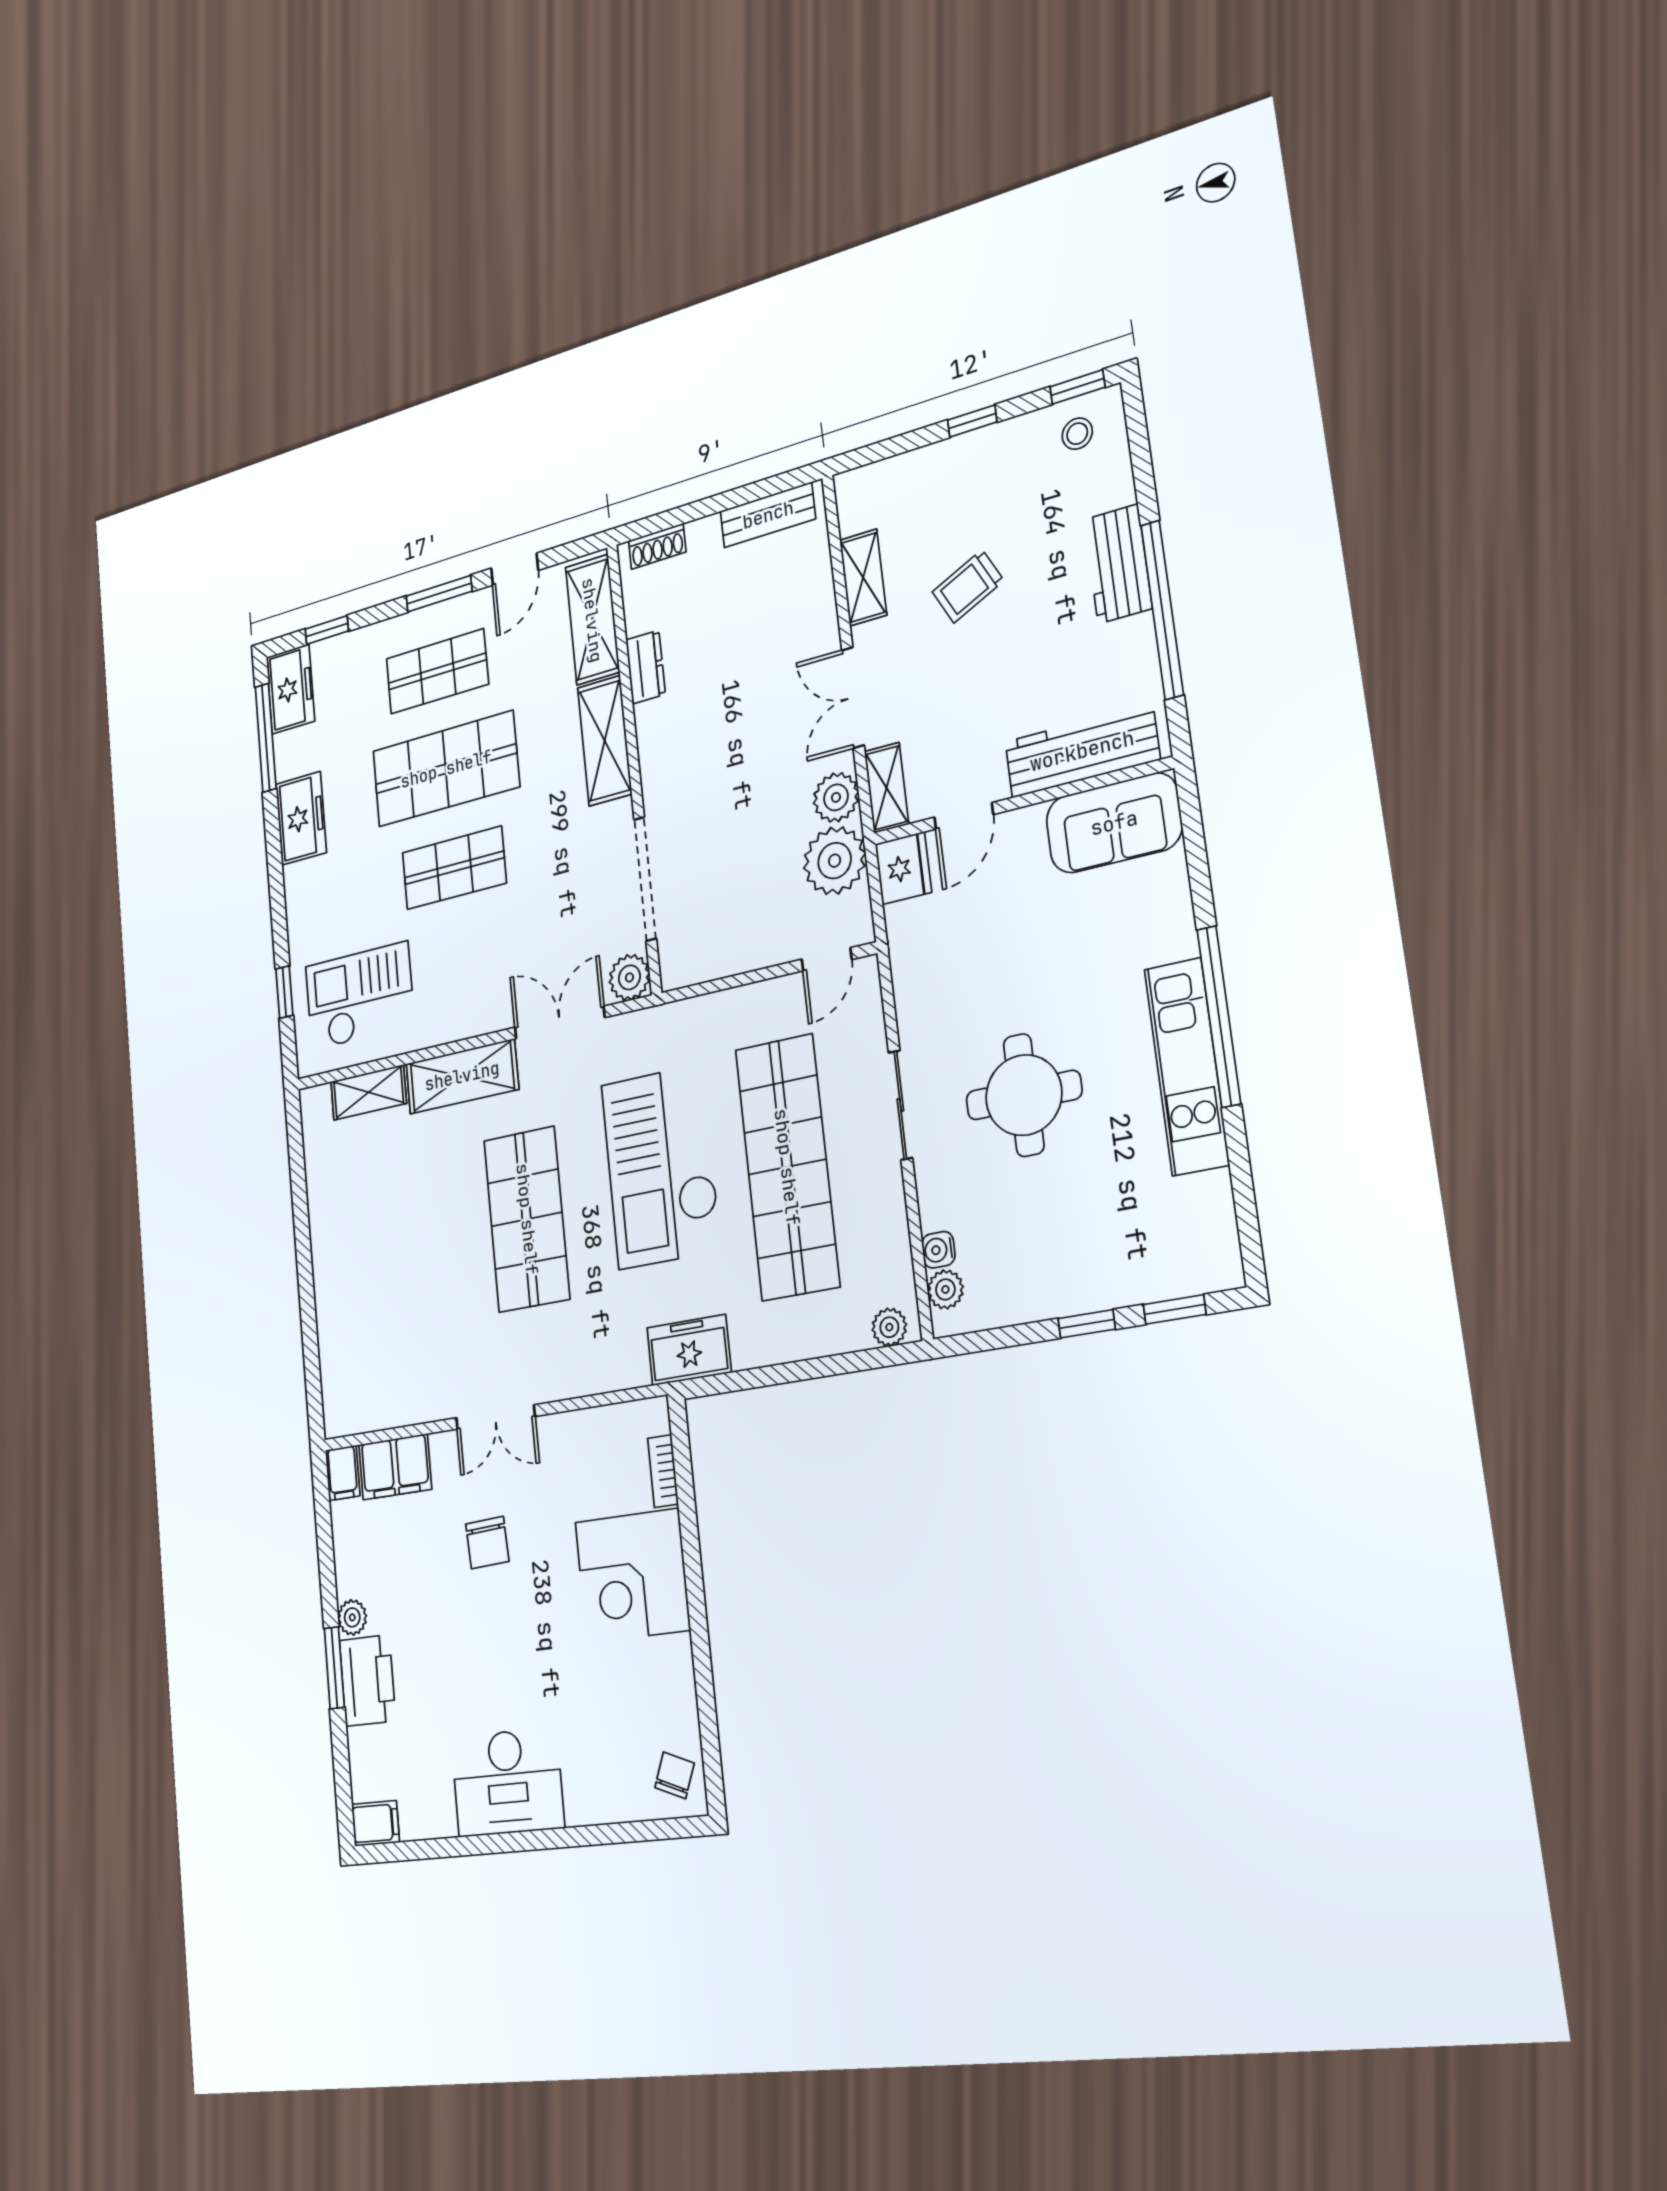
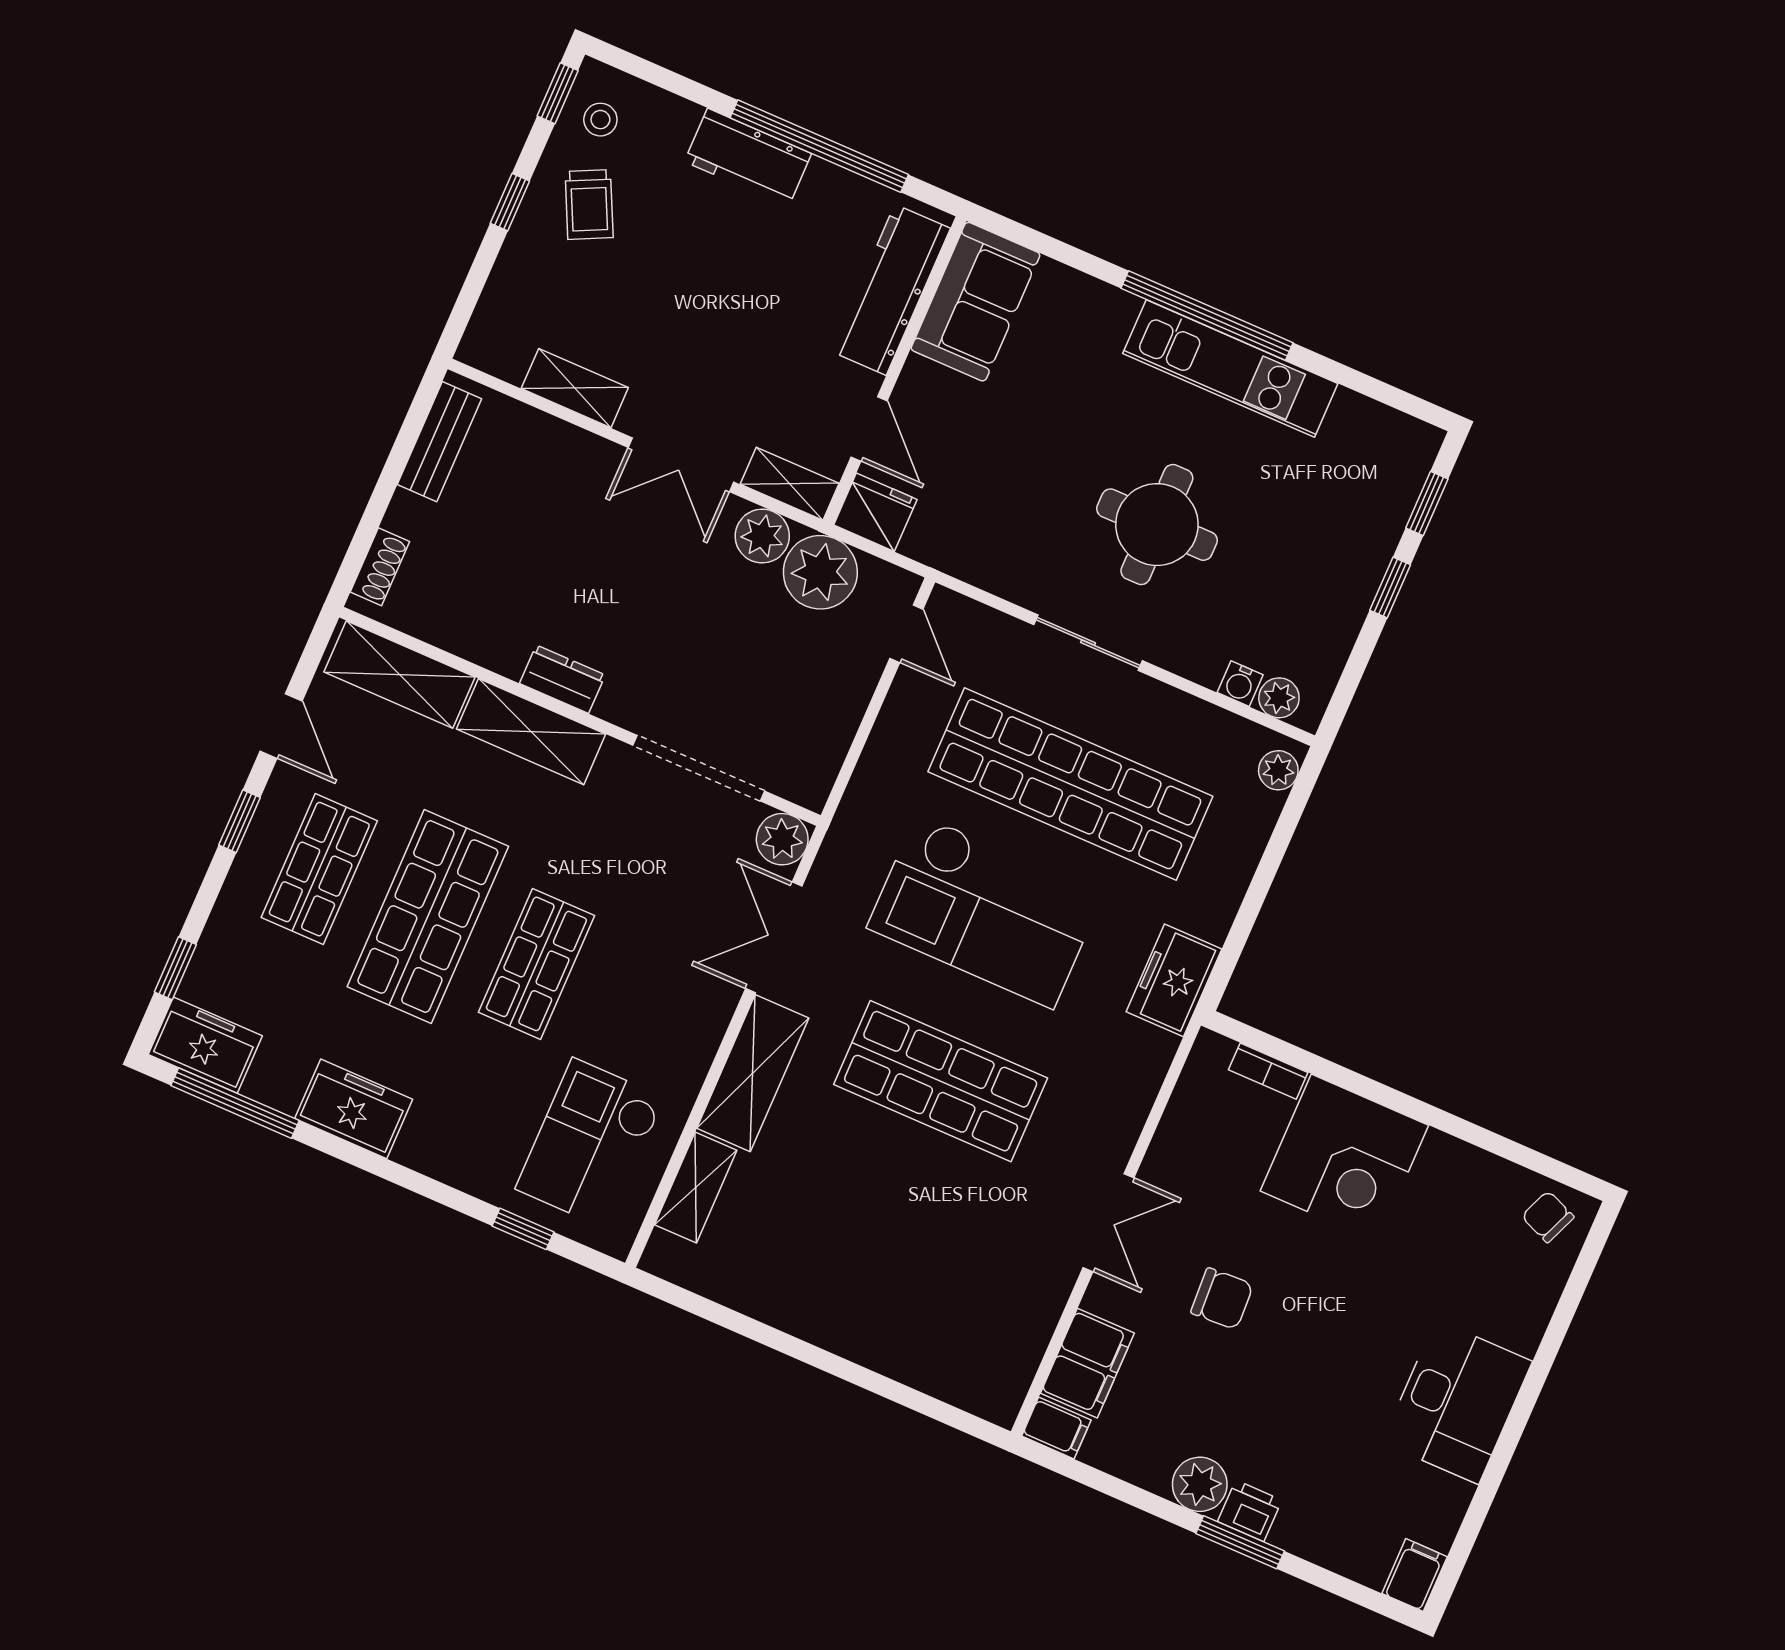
trolley: (968, 586) -> (589, 205), moved
window: (439, 594) -> (239, 821), width x0.67
dresser: (646, 667) -> (562, 679), moved
plant: (352, 1617) -> (1200, 1484), width x1.38, depth x1.38
printer: (367, 1680) -> (1250, 1511), width x0.53, depth x0.68

